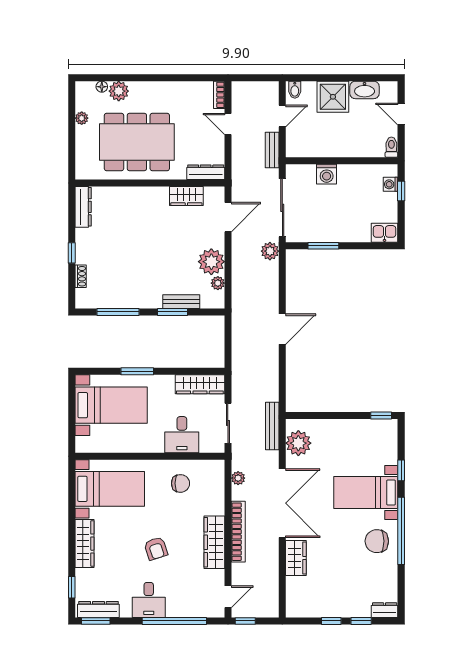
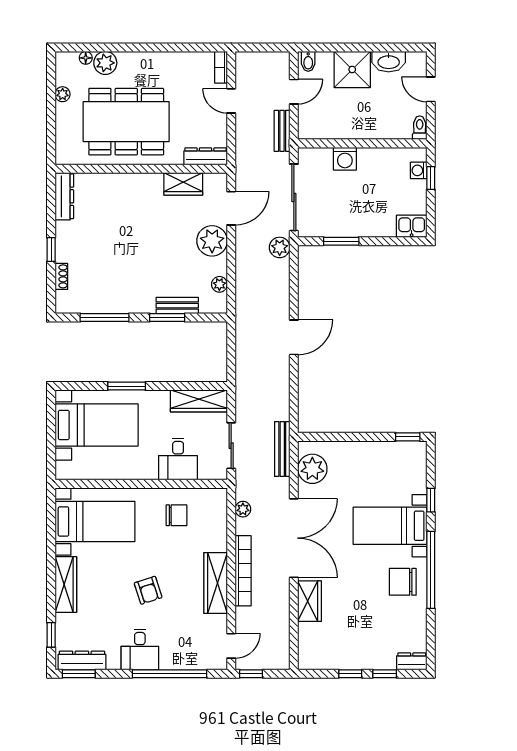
plant: (211, 262) -> (212, 241), moved

